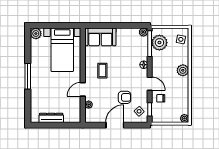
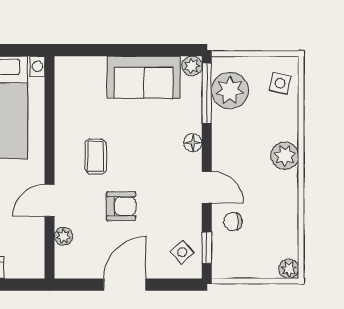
sofa: (100, 37) -> (144, 77), moved
armchair: (125, 97) -> (121, 206), moved

